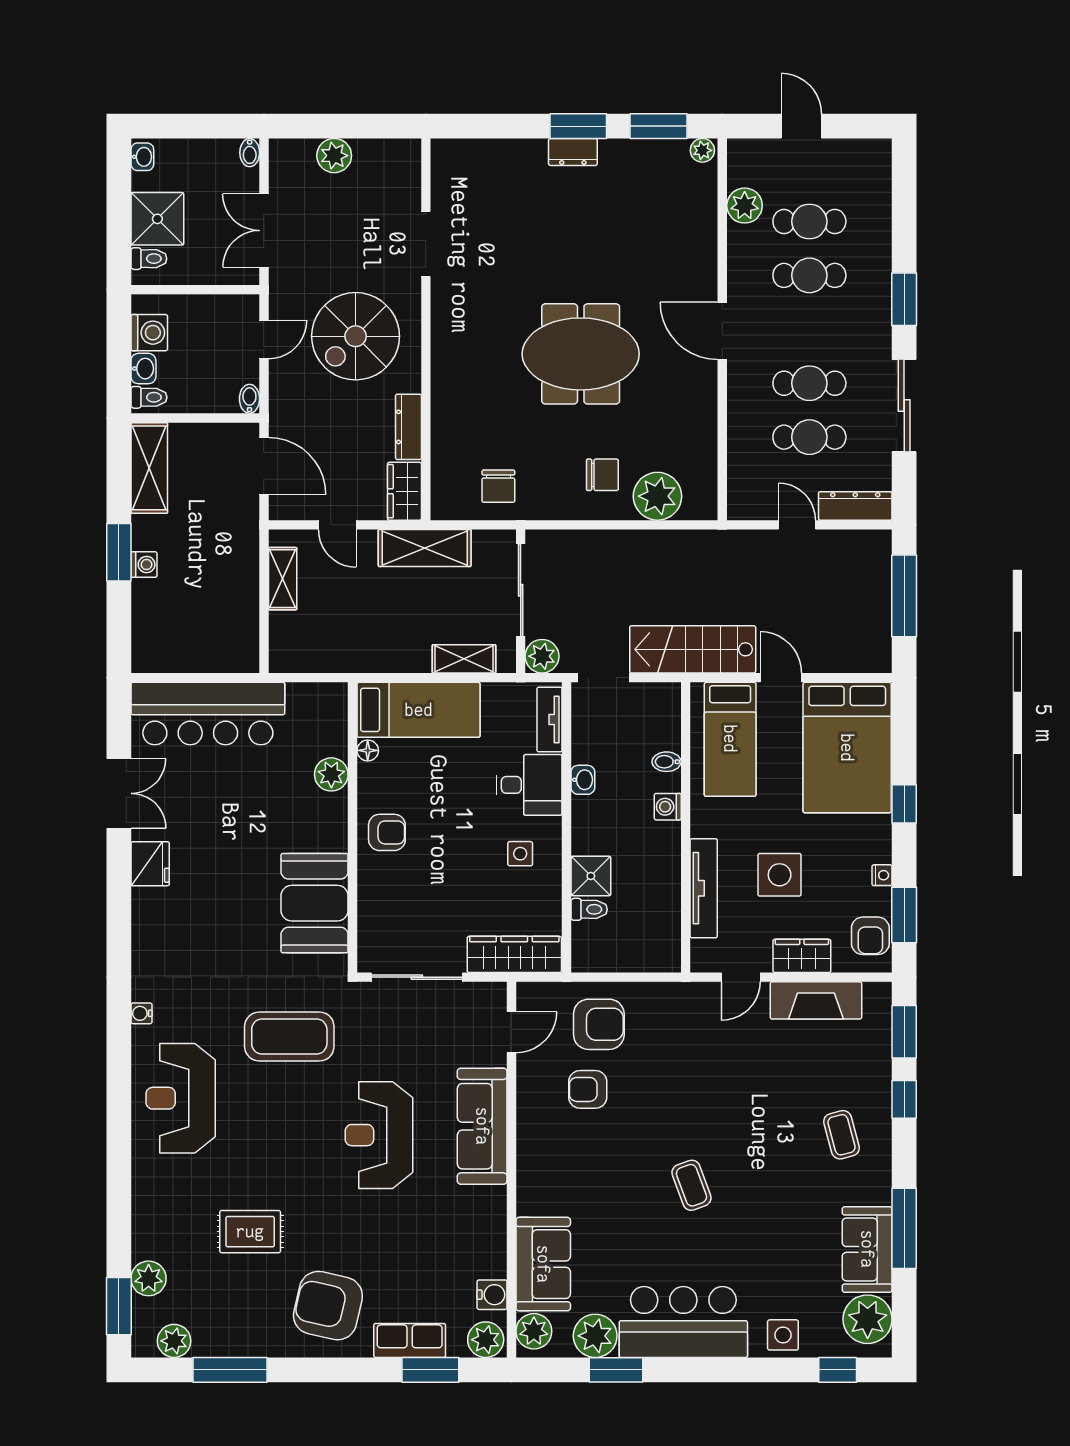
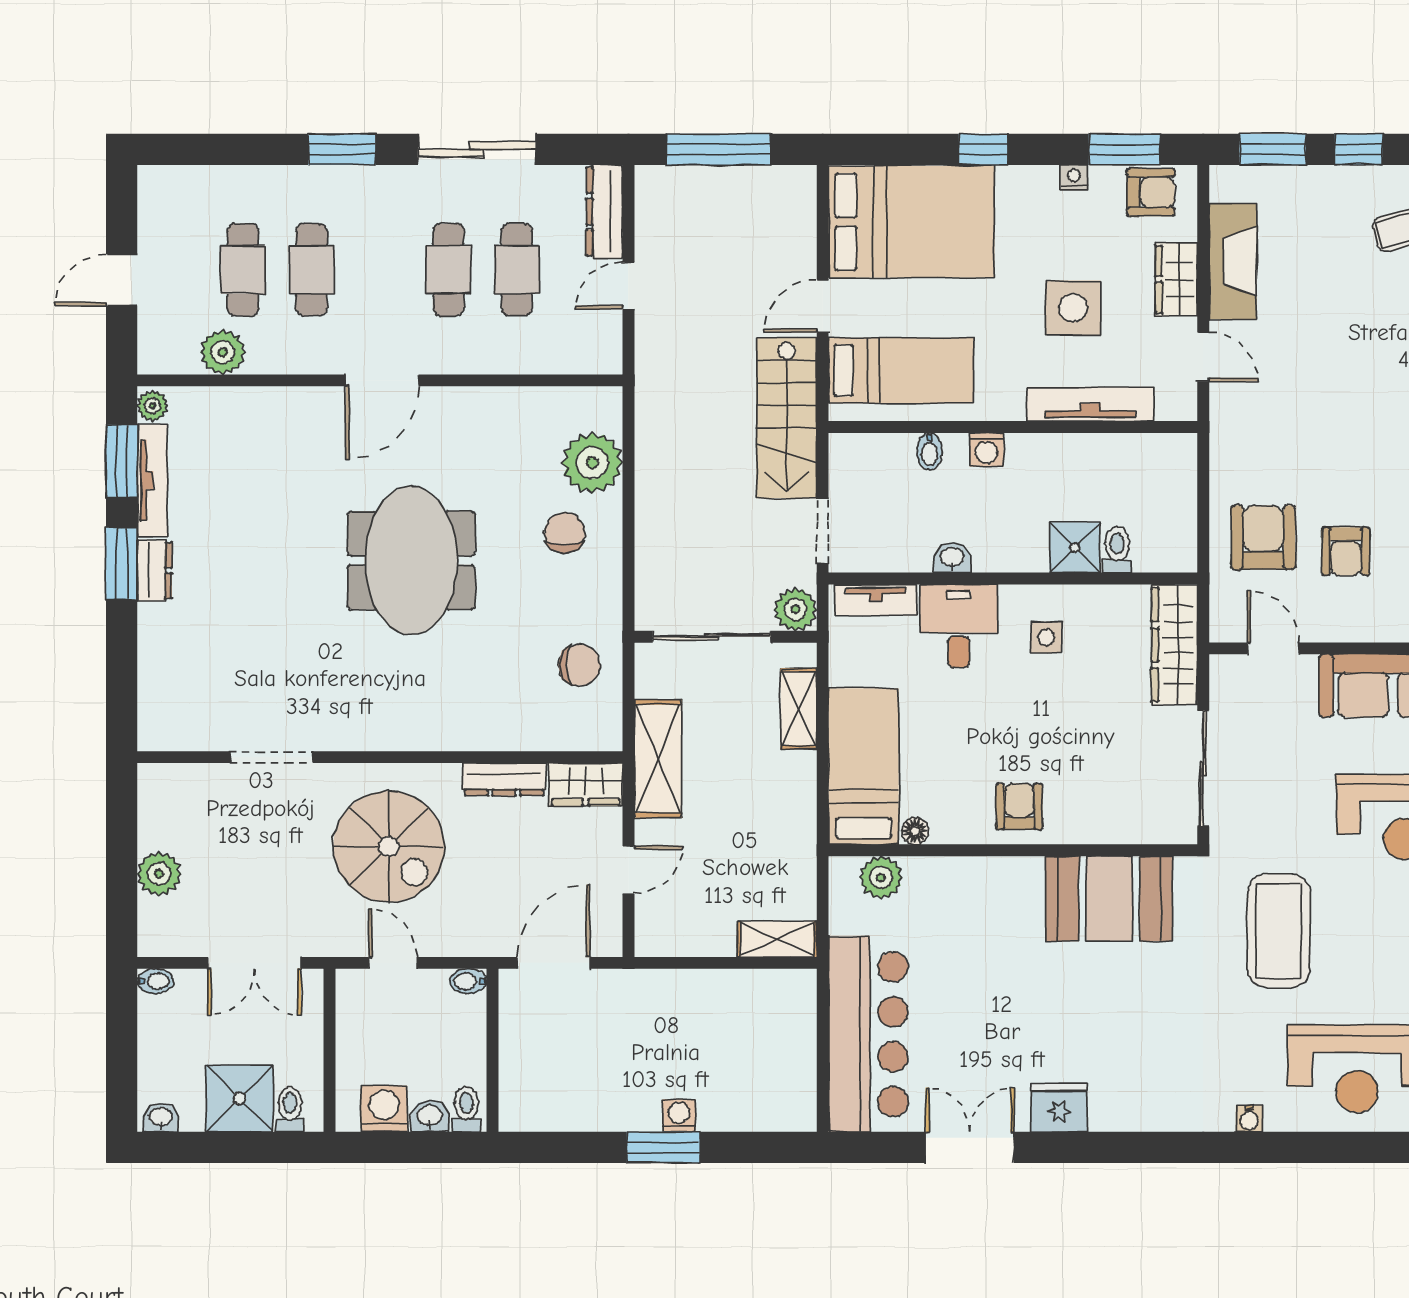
tv unit: (644, 150) -> (152, 480), added
shelving: (149, 468) -> (556, 1109), removed
shelving: (283, 579) -> (777, 939), moved
plant: (331, 774) -> (881, 877), moved

